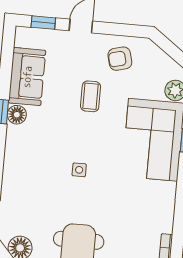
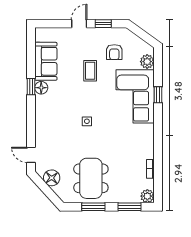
window: (43, 23) -> (103, 24), moved
armchair: (120, 59) -> (114, 52), moved, turned -75

